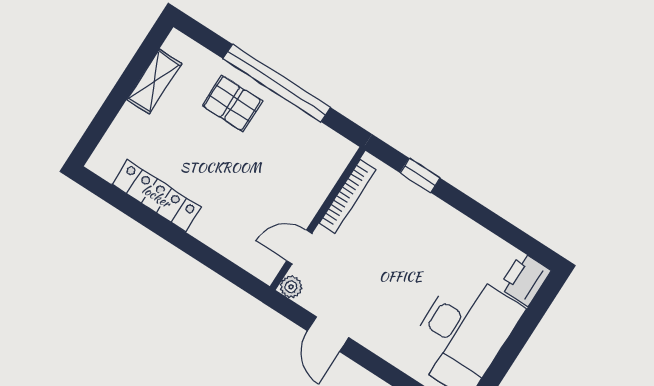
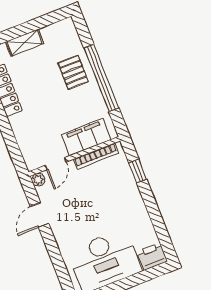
shelving: (154, 82) -> (25, 43), moved
filing cabinet: (315, 180) -> (86, 137), added
door: (299, 247) -> (56, 164), swing flipped

